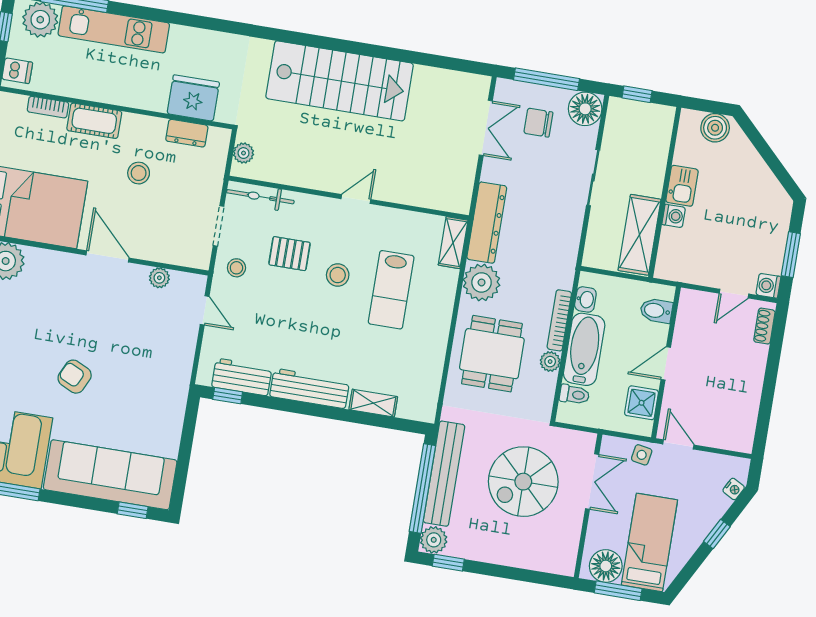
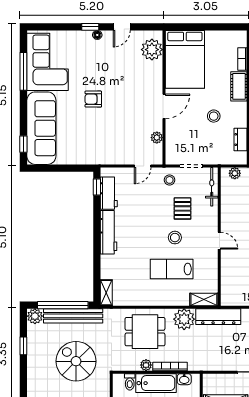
armchair: (75, 377) -> (93, 99), turned -115
shelving: (373, 403) -> (106, 293), moved
window: (448, 563) -> (23, 346), moved

